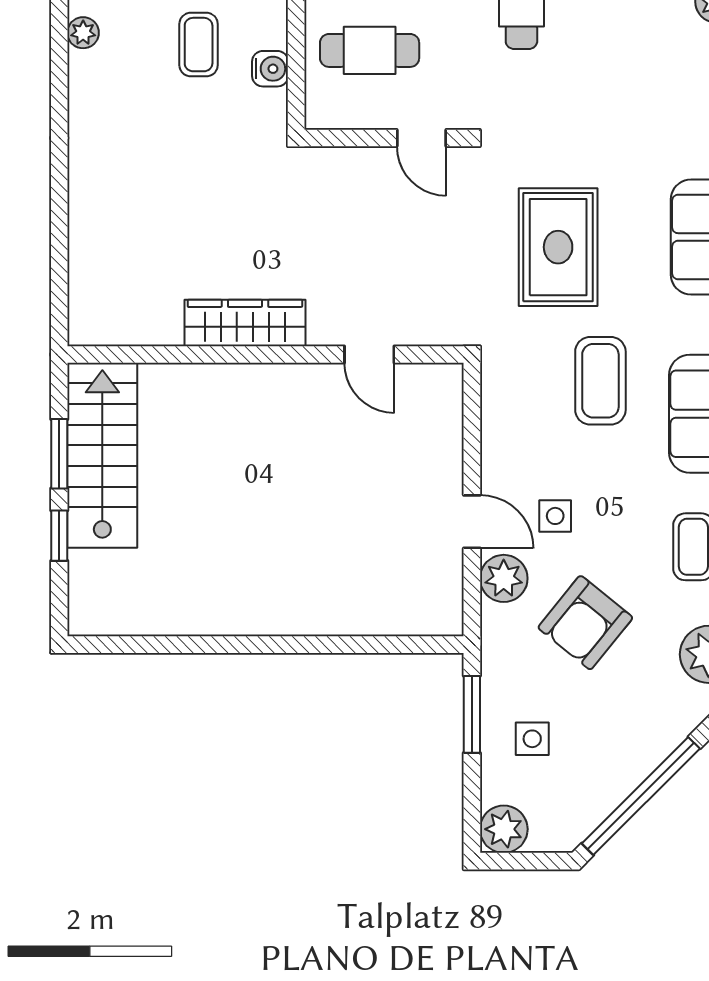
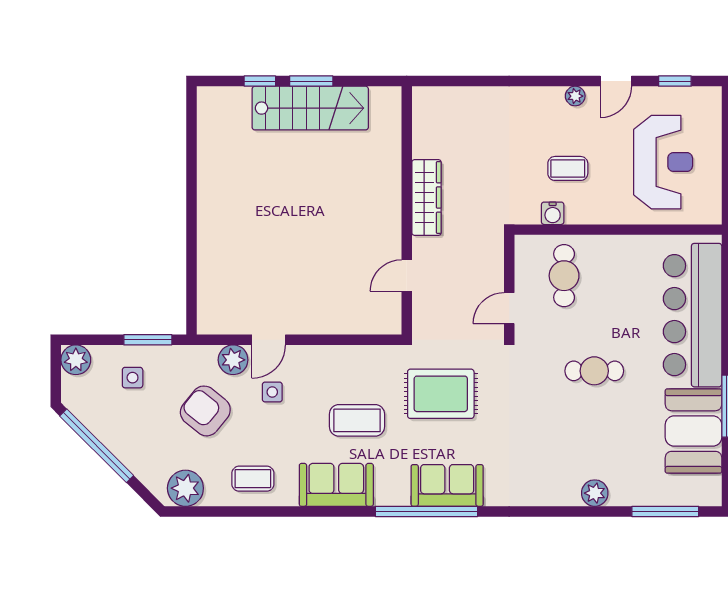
wardrobe: (245, 323) -> (426, 197), moved
wall: (266, 355) -> (407, 210), moved
door: (369, 355) -> (407, 275), moved

